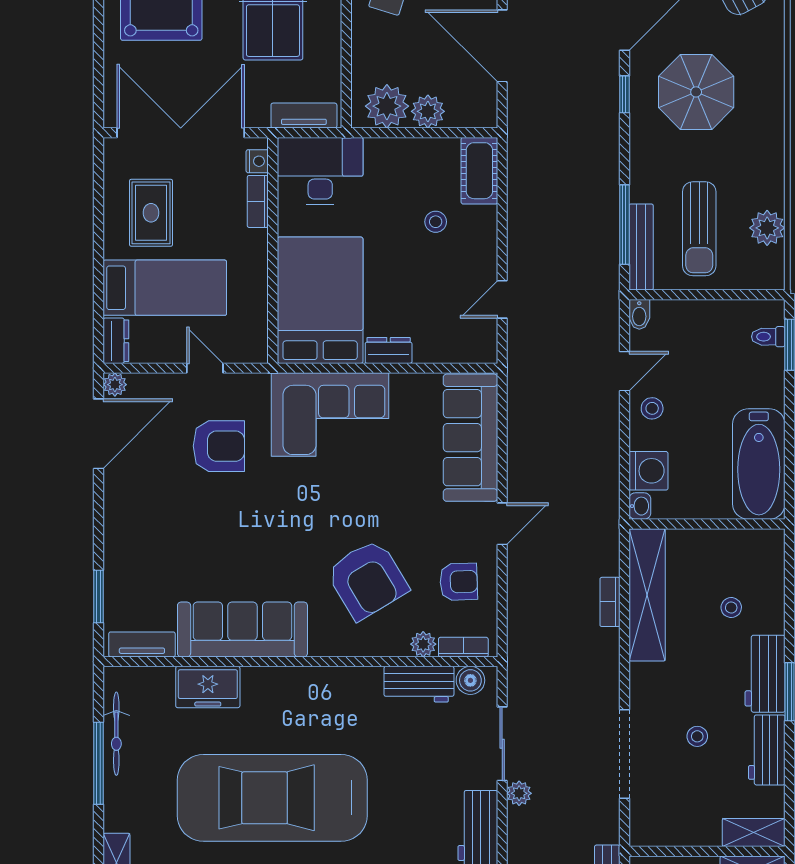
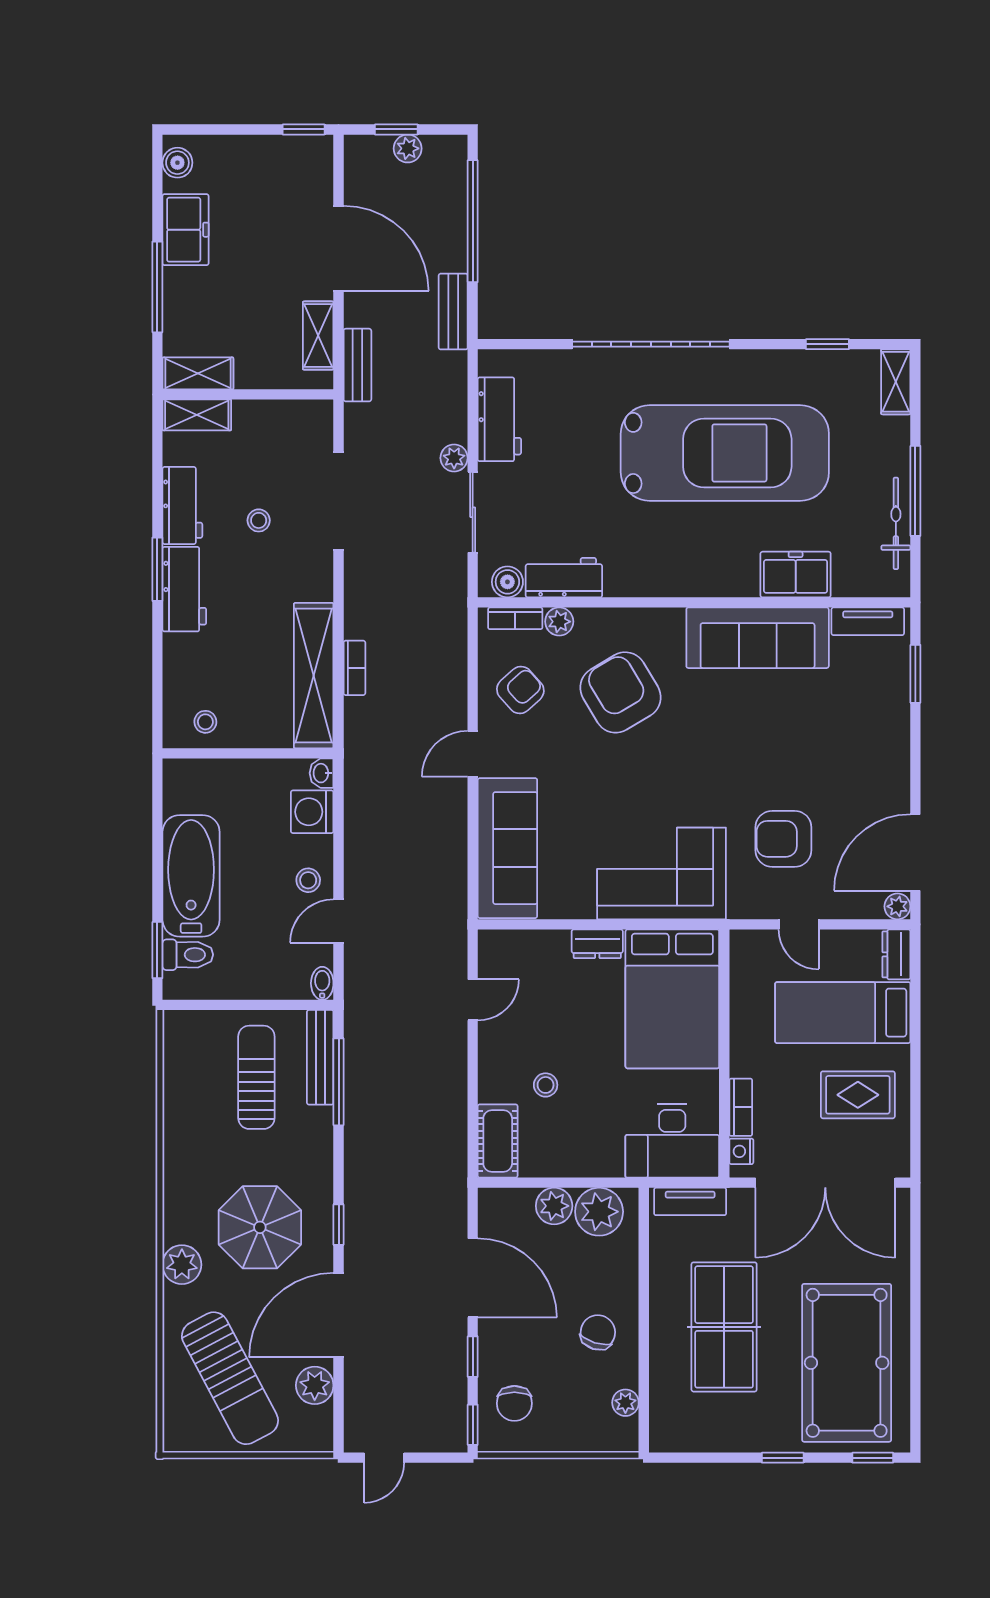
rug: (151, 213) -> (858, 1095), turned 90
plant: (767, 228) -> (182, 1265), moved
toilet: (768, 337) -> (188, 955), width x1.37, depth x1.39
bathtub: (759, 464) -> (191, 876), moved
armchair: (459, 582) -> (520, 690), turned 140
stool: (731, 608) -> (205, 722), moved

